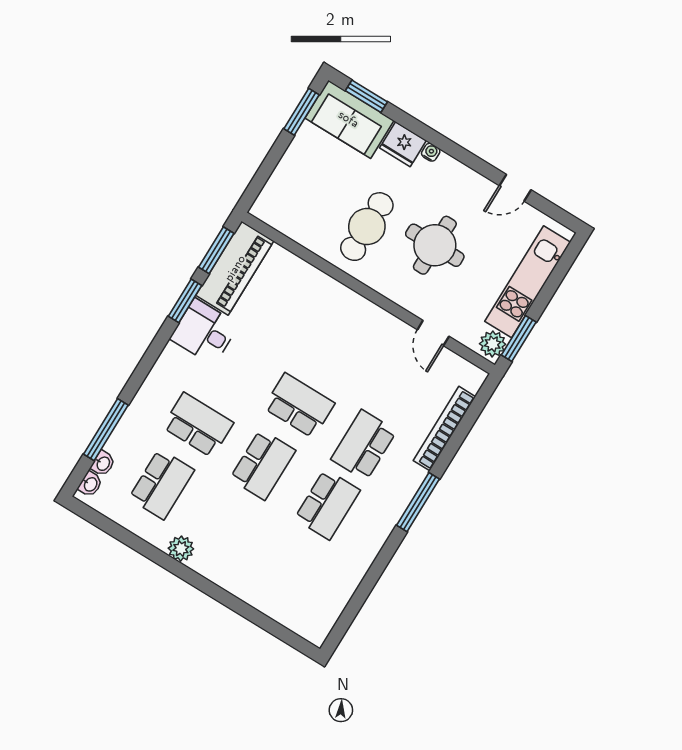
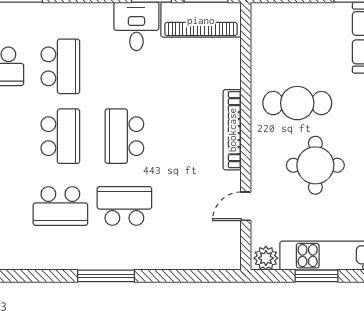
window: (519, 338) -> (316, 276), moved
school desk: (299, 405) -> (124, 136), turned 180
bookcase: (444, 429) -> (232, 130), moved, turned -90
school desk: (263, 465) -> (60, 136), turned -90

